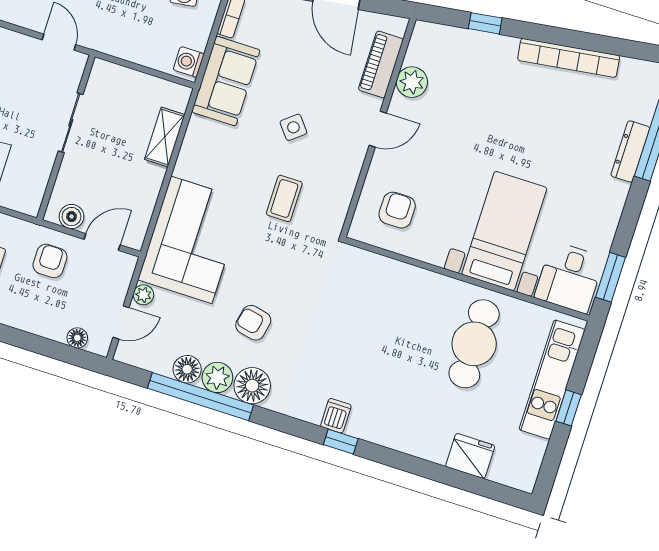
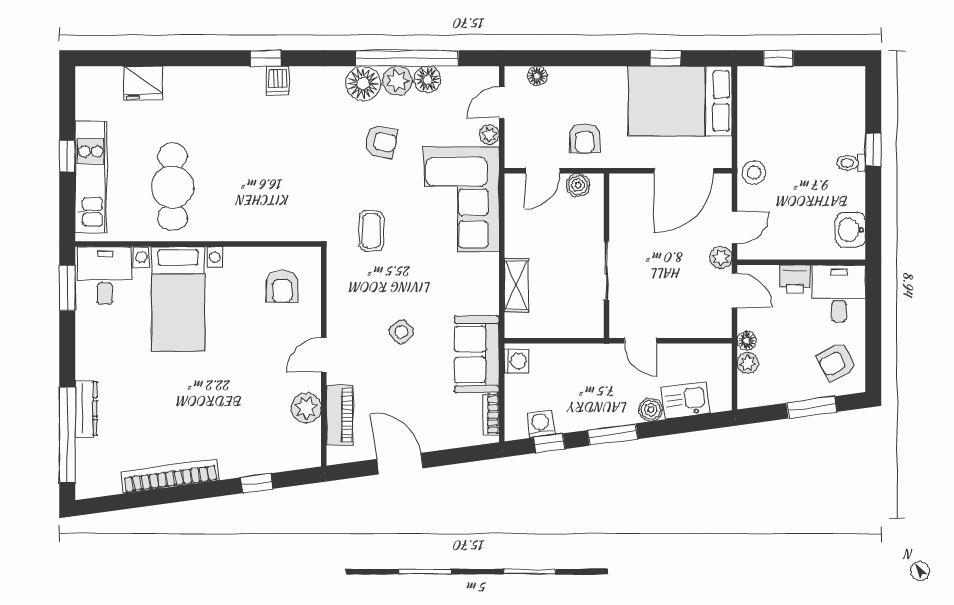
coffee table: (284, 198) -> (371, 231), moved

